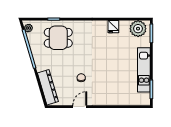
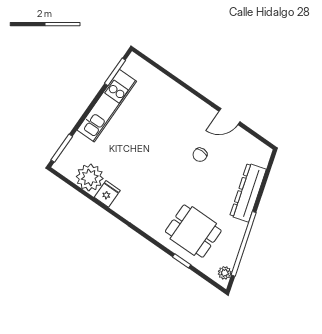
plant: (138, 29) -> (90, 177), moved
dresser: (48, 87) -> (248, 193), moved

